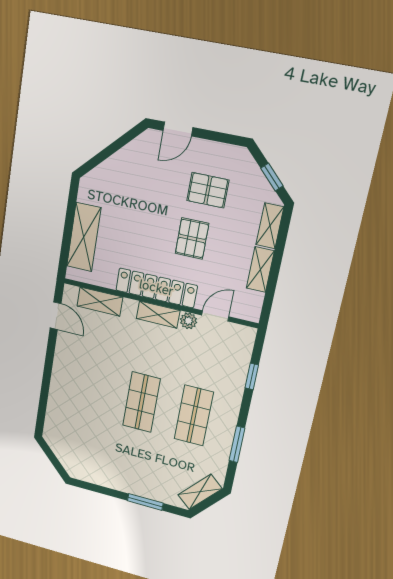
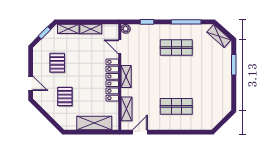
pallet: (192, 238) -> (65, 97), moved, turned 90
plant: (188, 321) -> (126, 29), moved
shop shelf: (141, 402) -> (176, 106), moved
window: (237, 444) -> (186, 22), width x1.44

